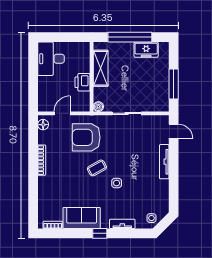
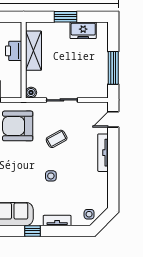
window: (130, 37) -> (66, 17), width x0.47
printer: (82, 82) -> (14, 51), moved
door: (174, 131) -> (113, 119), swing flipped
coffee table: (97, 168) -> (57, 139), moved

